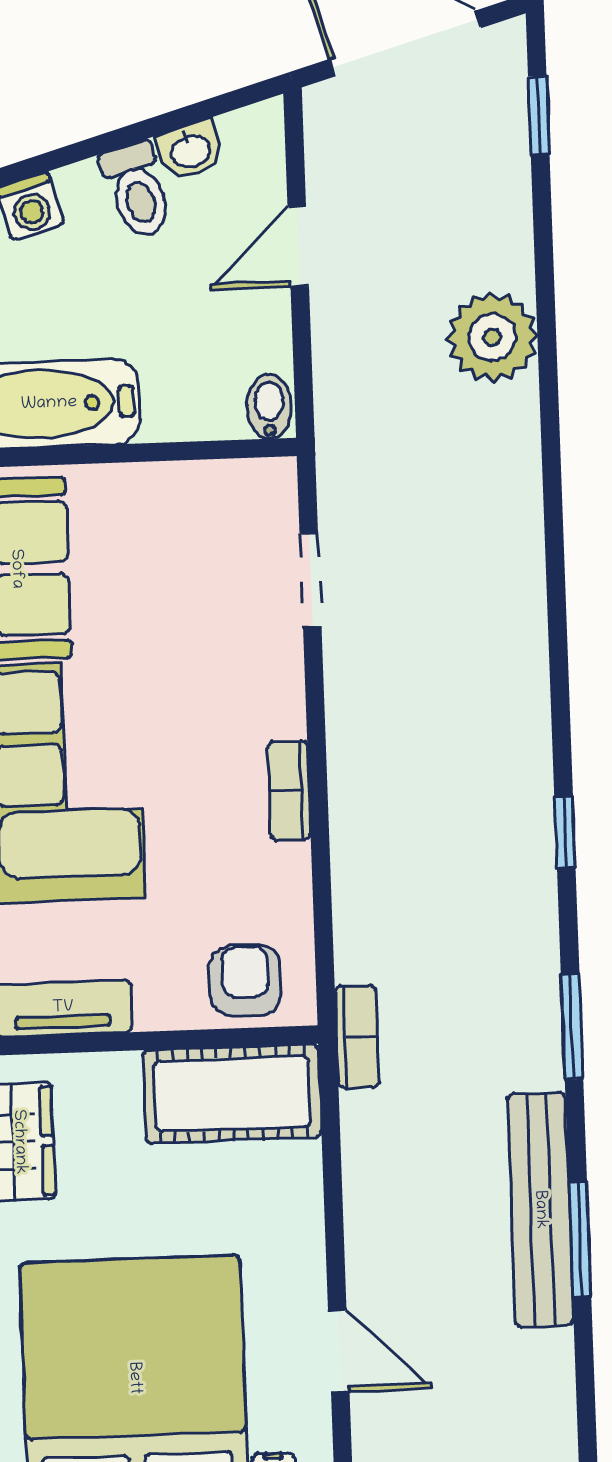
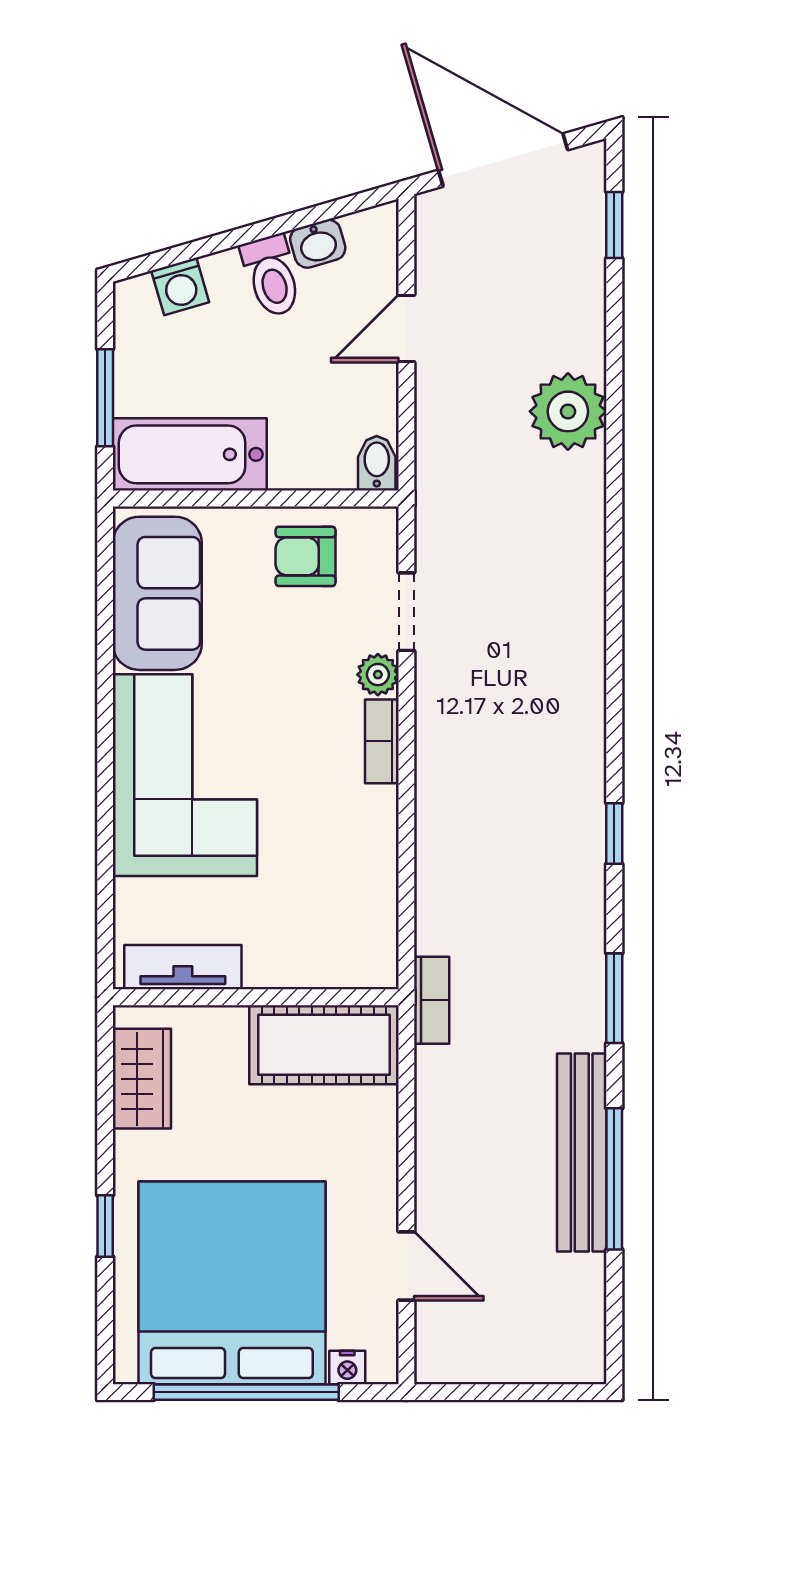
plant: (280, 655) -> (378, 675), added
bookcase: (289, 791) -> (382, 741), moved
armchair: (245, 980) -> (305, 556), moved, turned -90
window: (580, 1239) -> (614, 1179), width x1.44

